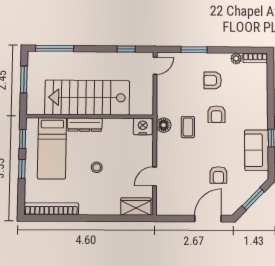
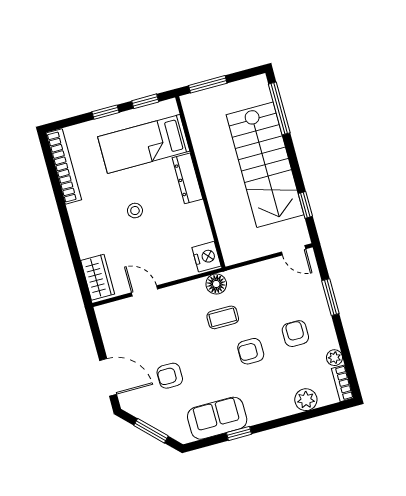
window: (24, 80) -> (208, 84), moved
plant: (260, 86) -> (306, 400), added
stairs: (87, 98) -> (265, 165), moved, turned 180

